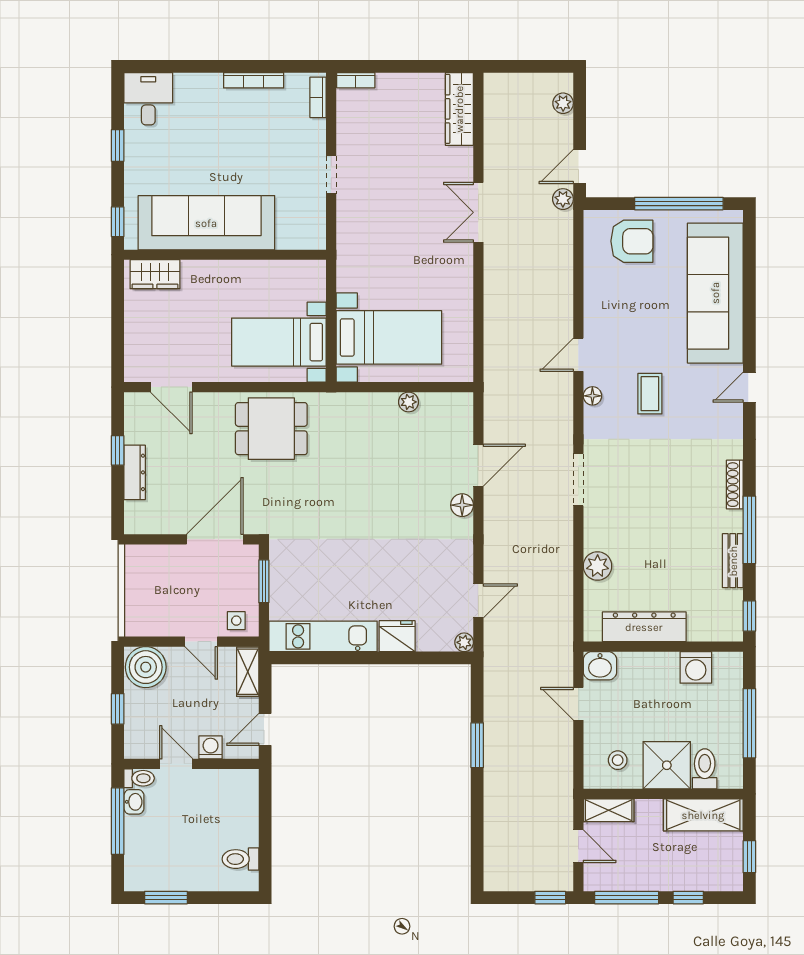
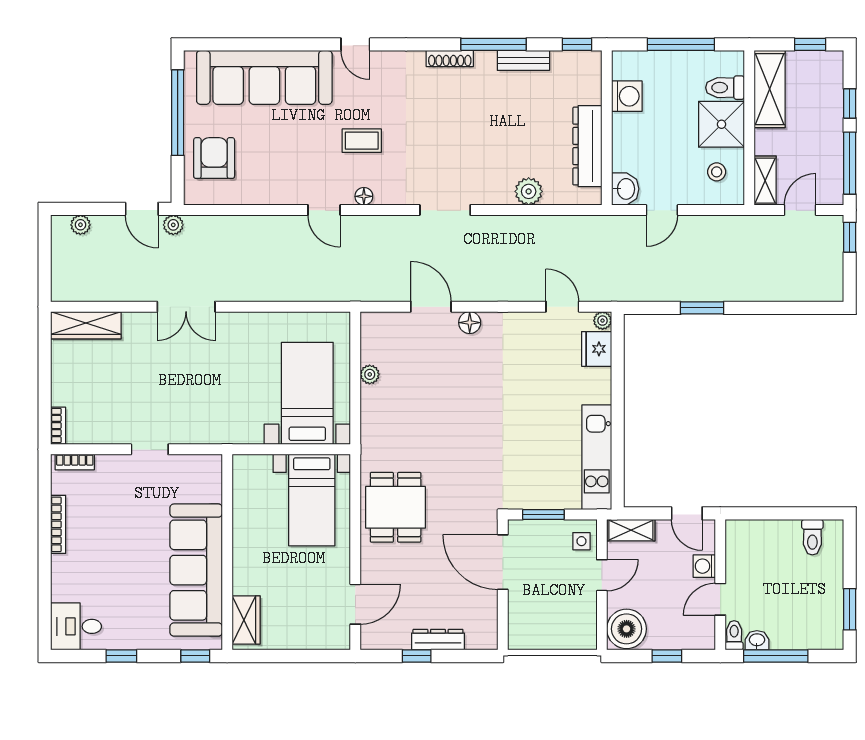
fridge: (397, 636) -> (597, 349), moved

